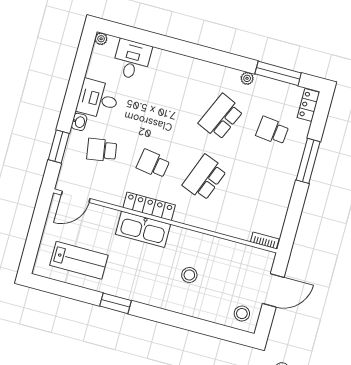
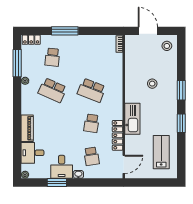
piano: (172, 62) -> (27, 128), added
window: (59, 146) -> (57, 183), moved
door: (76, 197) -> (124, 164), hinge flipped
locker: (149, 206) -> (118, 135), moved
window: (167, 317) -> (181, 90), added

